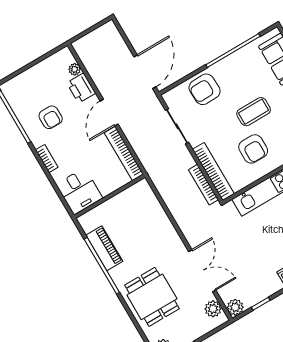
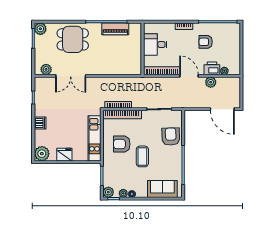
door: (145, 72) -> (222, 109), moved
desk: (79, 191) -> (155, 44), moved
plant: (235, 307) -> (211, 82), moved

